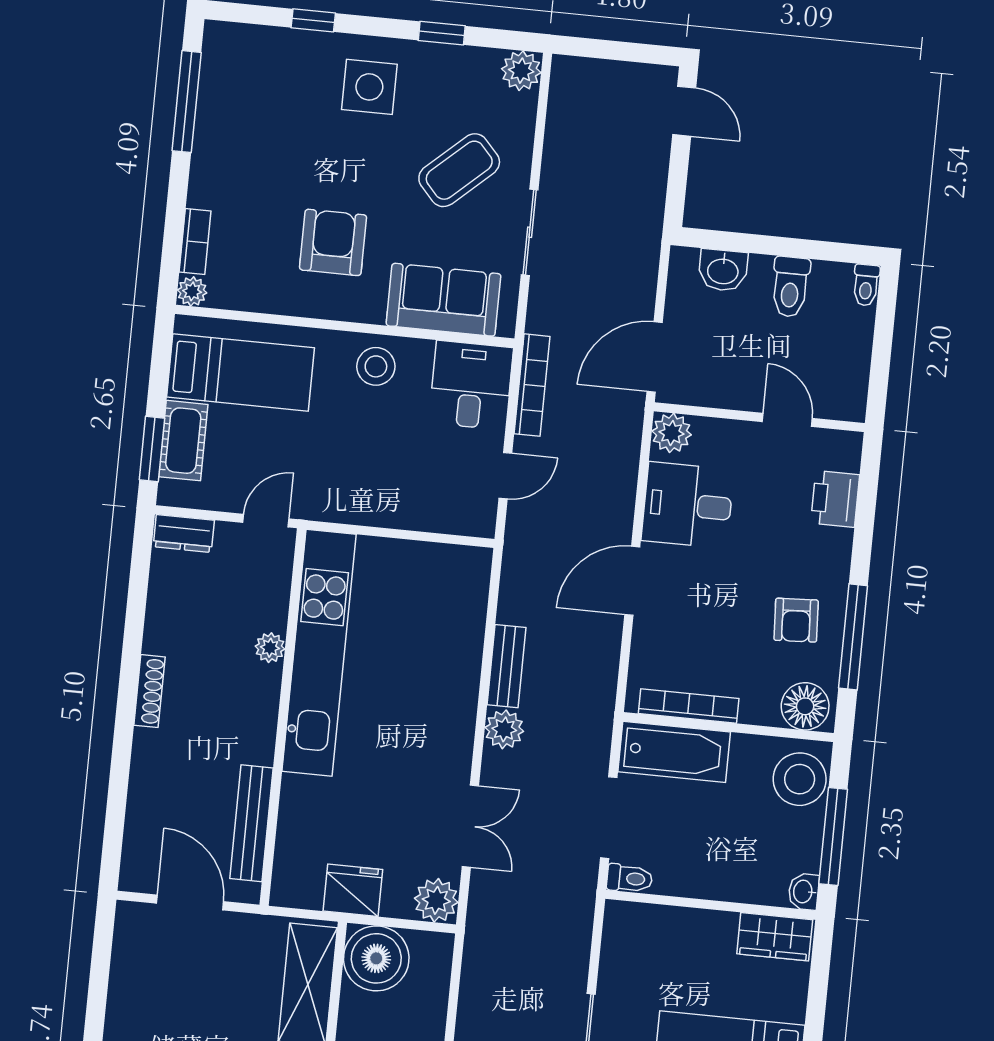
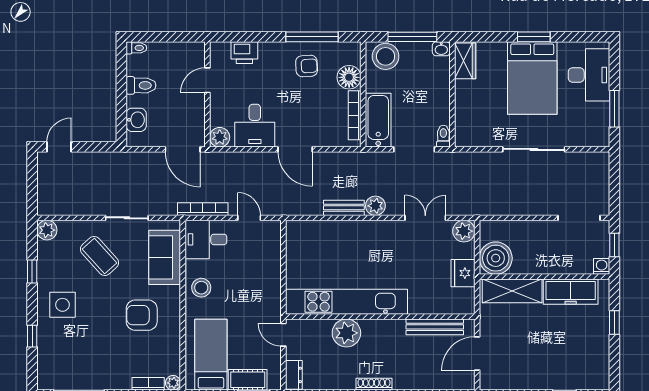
plant: (270, 648) -> (346, 333), width x1.88, depth x1.88
floor lamp: (805, 706) -> (349, 77), moved

